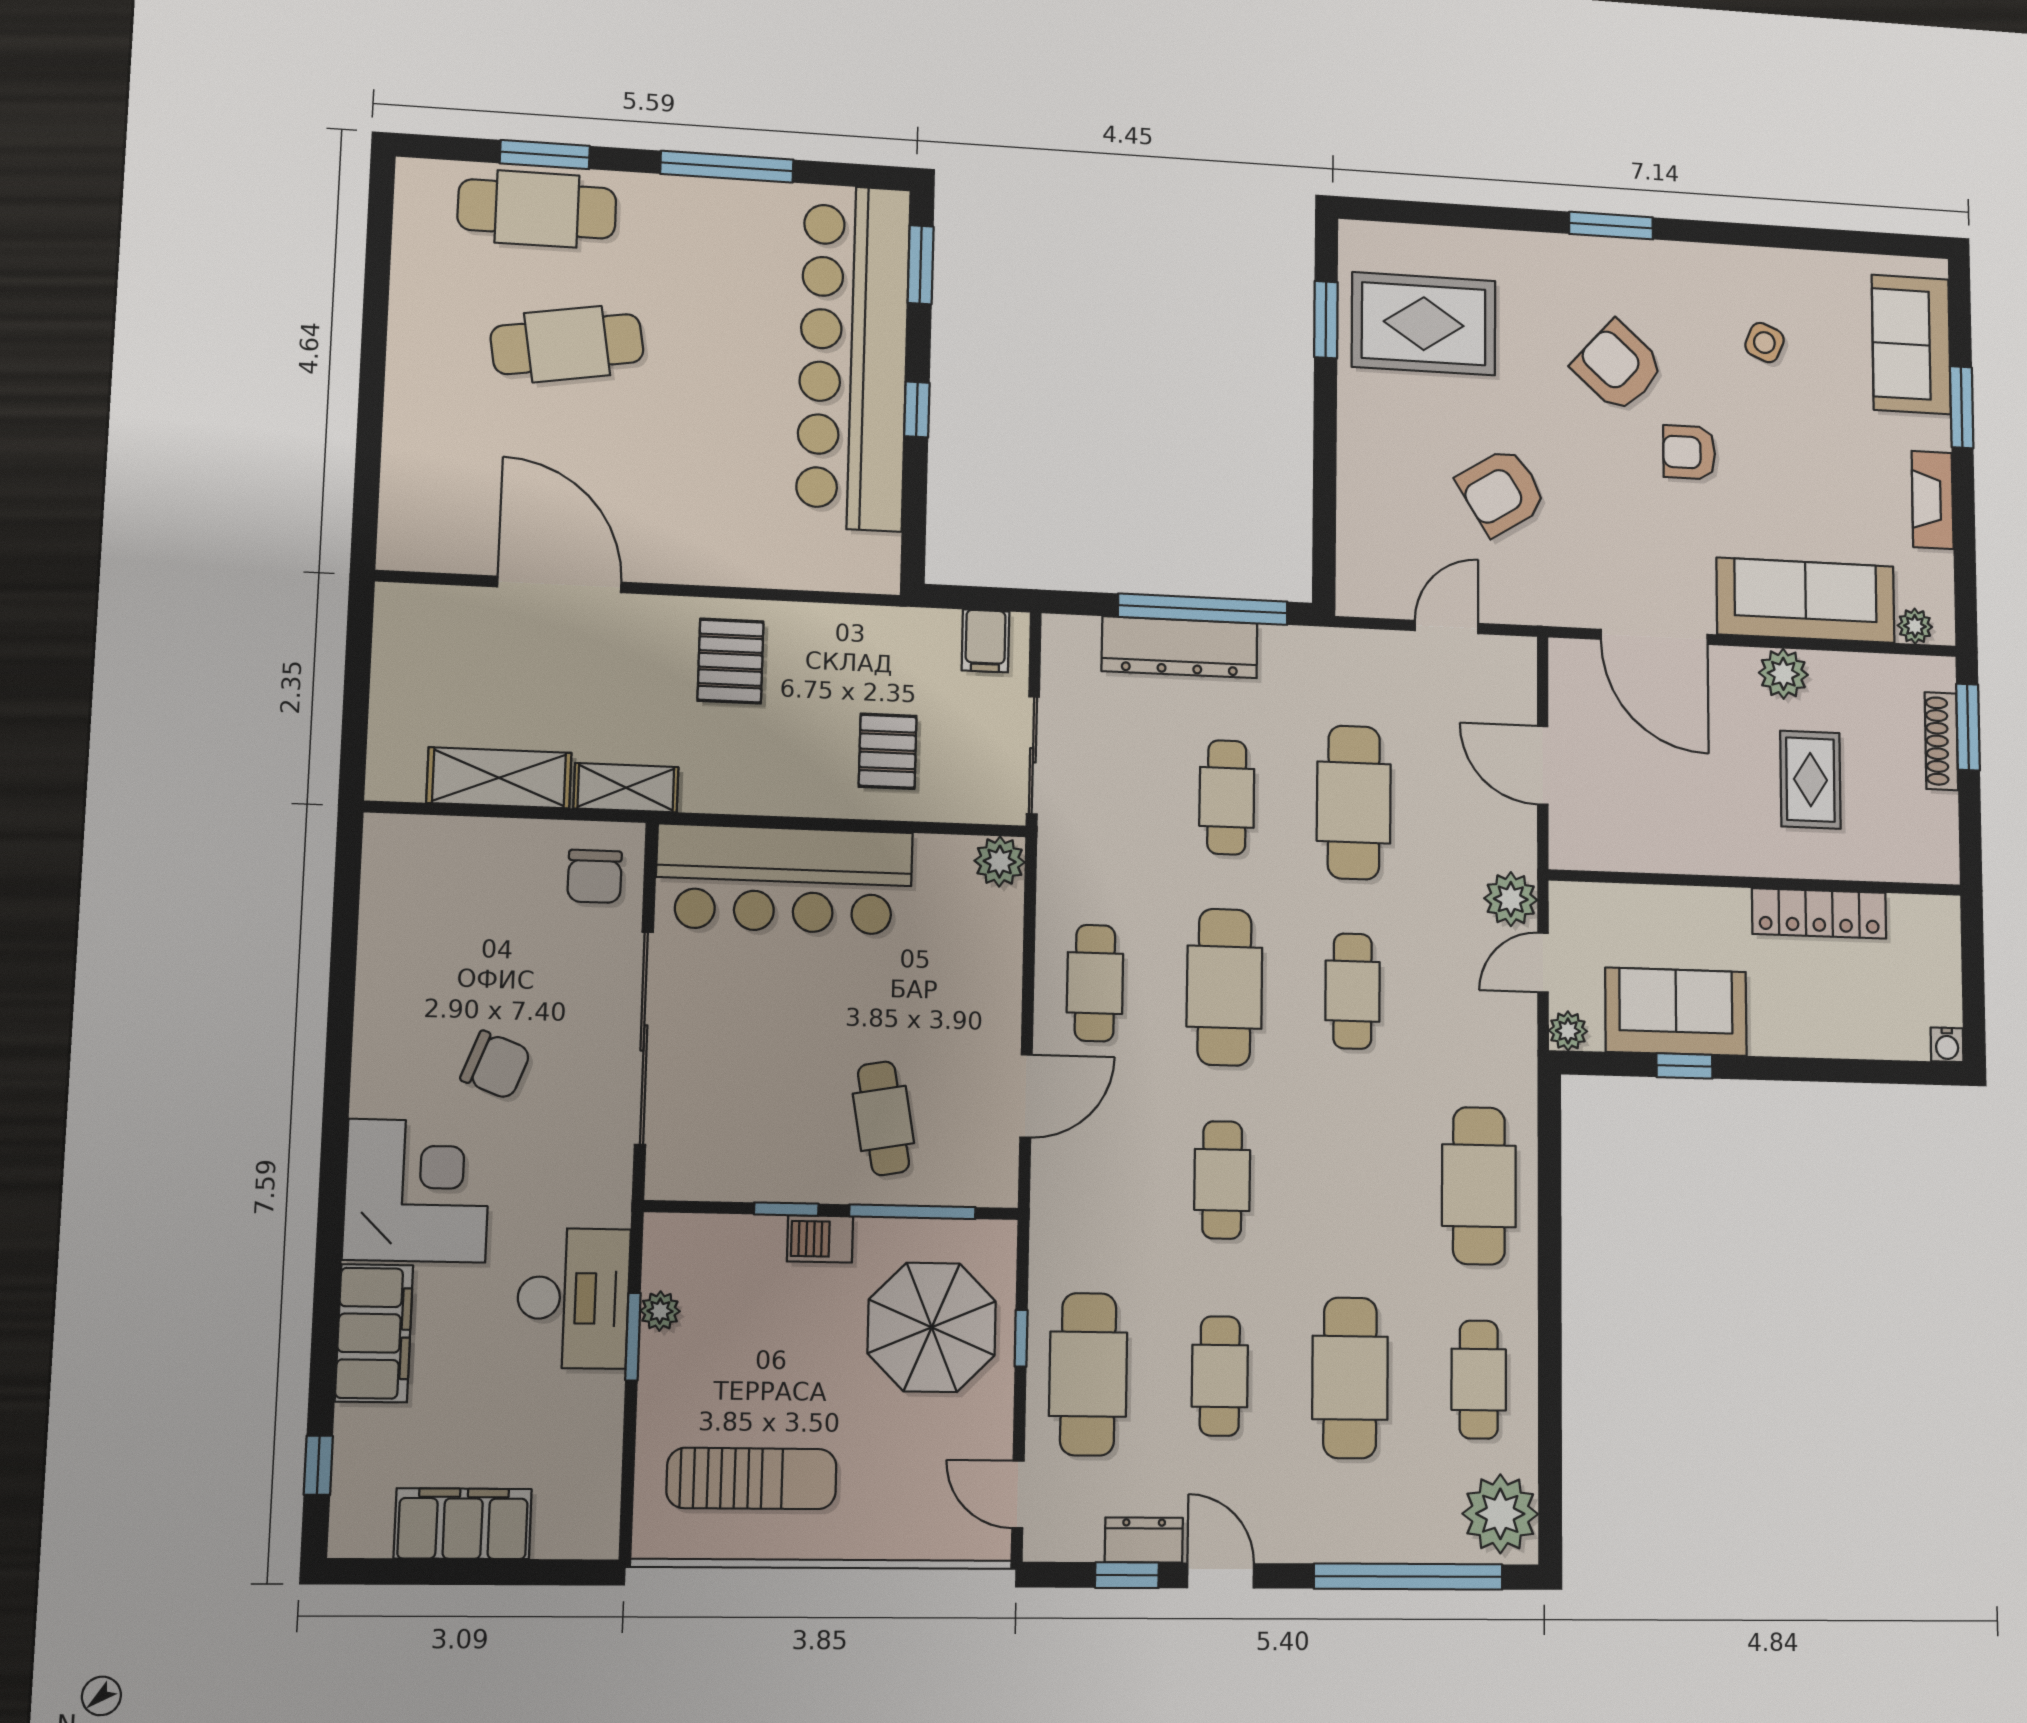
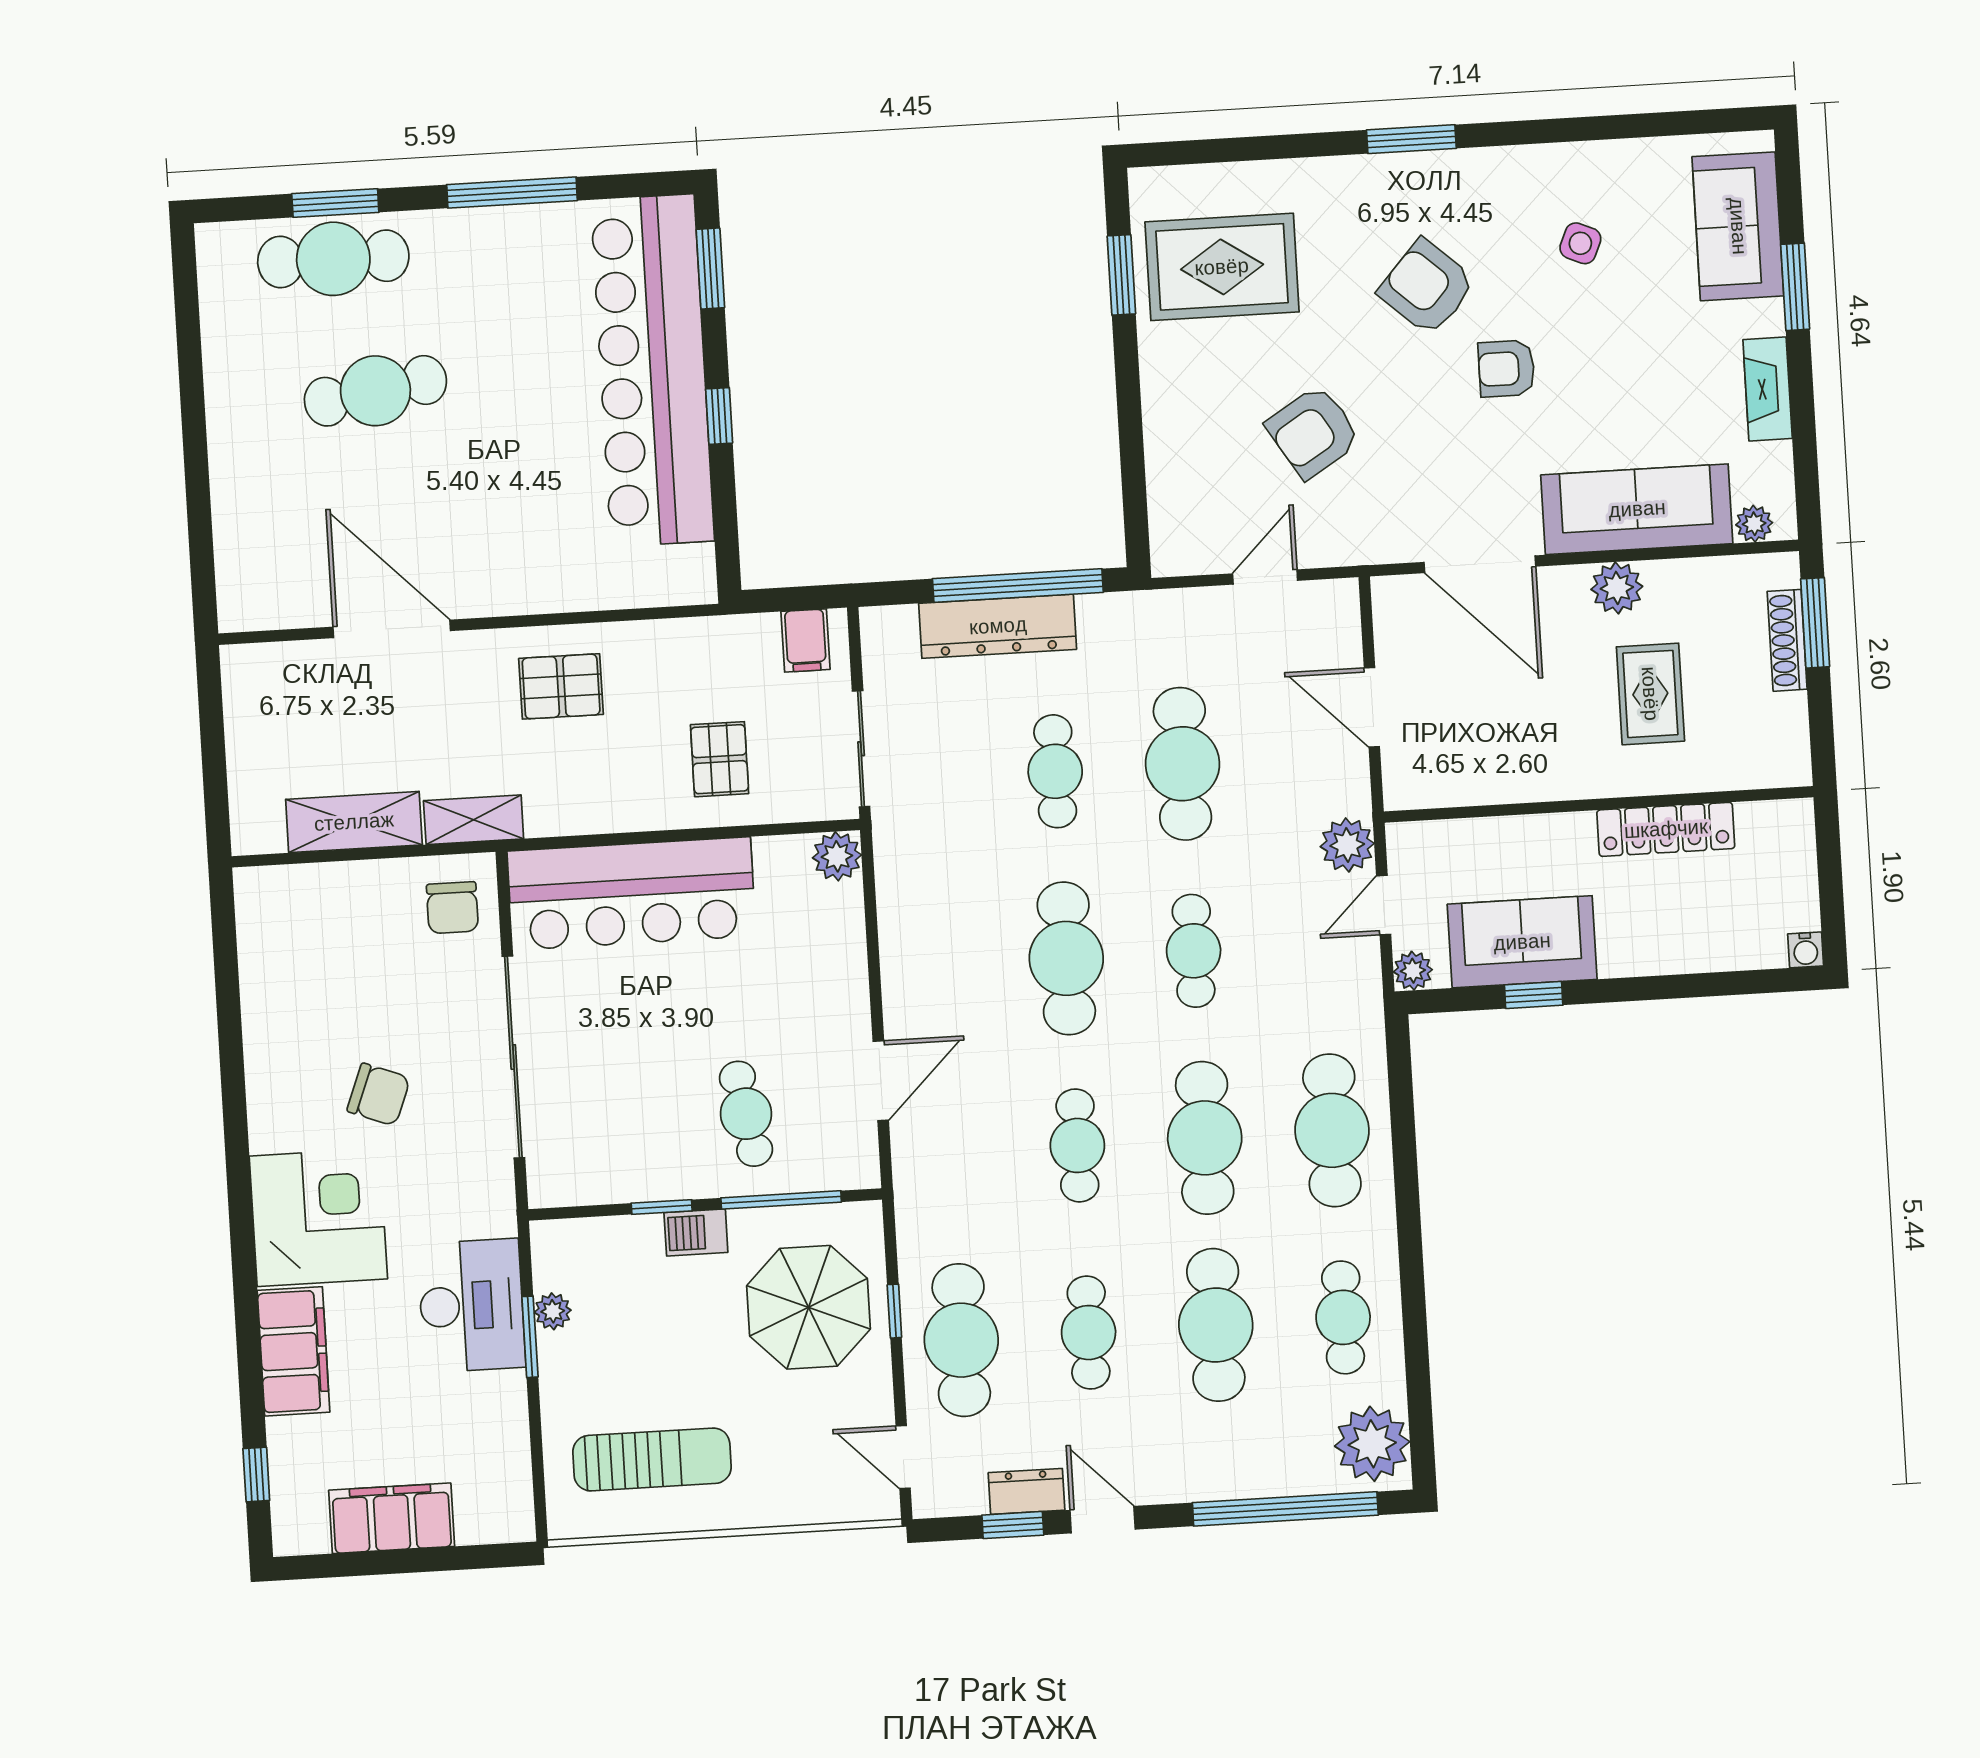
pallet: (731, 661) -> (561, 686), turned 90
cafe table: (1095, 983) -> (1205, 1138), moved, width x1.37, depth x1.35

